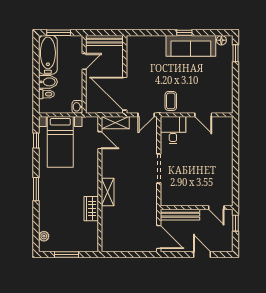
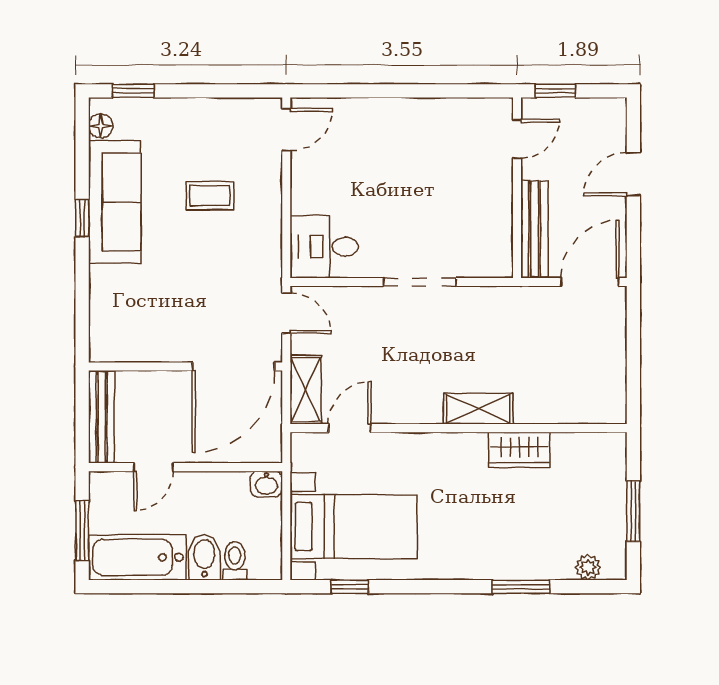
door: (84, 61) -> (153, 467), swing flipped
coffee table: (171, 101) -> (210, 196), moved
door: (203, 115) -> (286, 130), moved
window: (36, 189) -> (521, 587), moved

